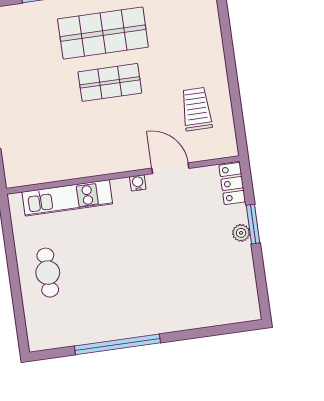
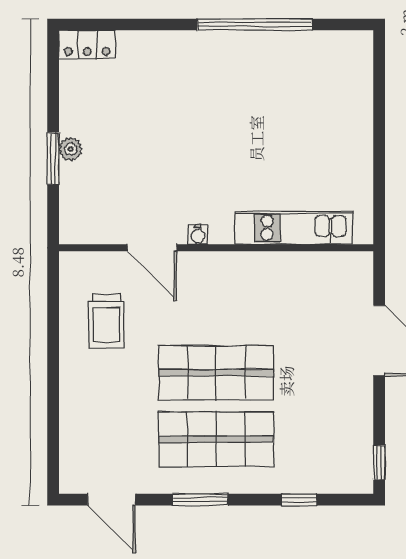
shop shelf: (110, 82) -> (216, 373), width x1.43, depth x1.36
locker: (232, 183) -> (87, 44), moved, turned 90
cafe table: (48, 273) -> (334, 133), removed

